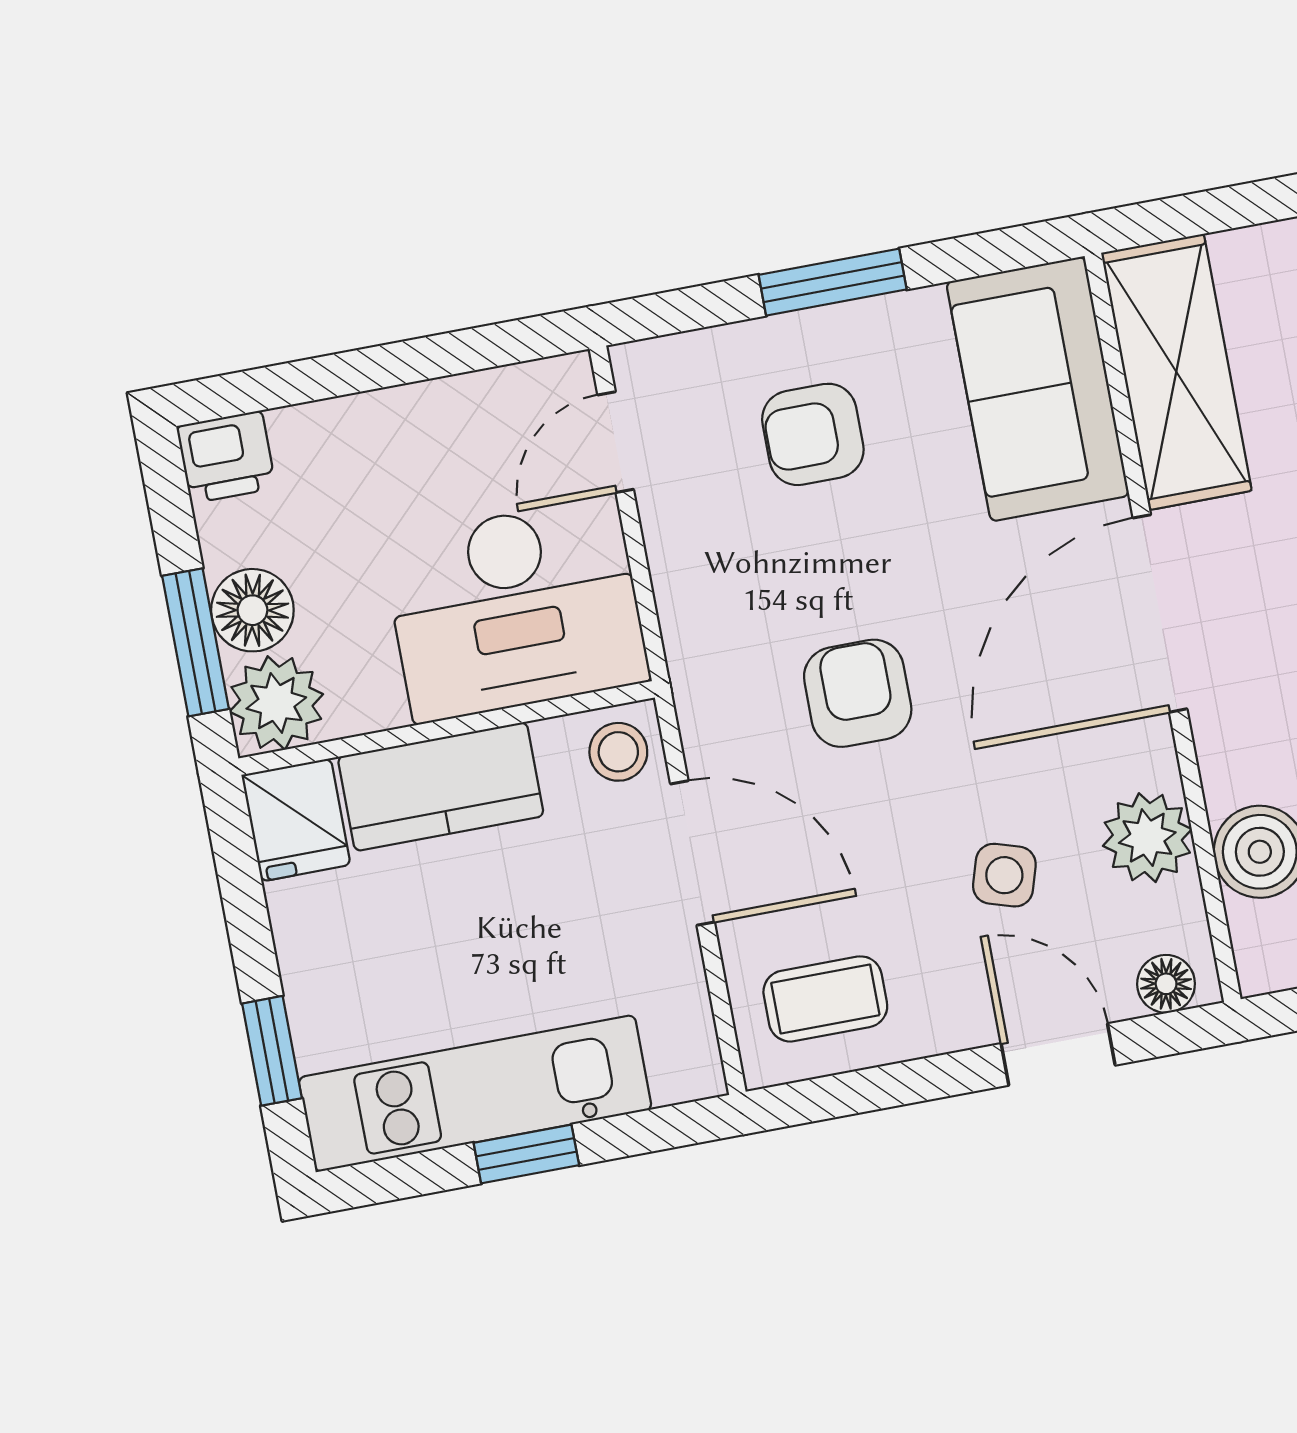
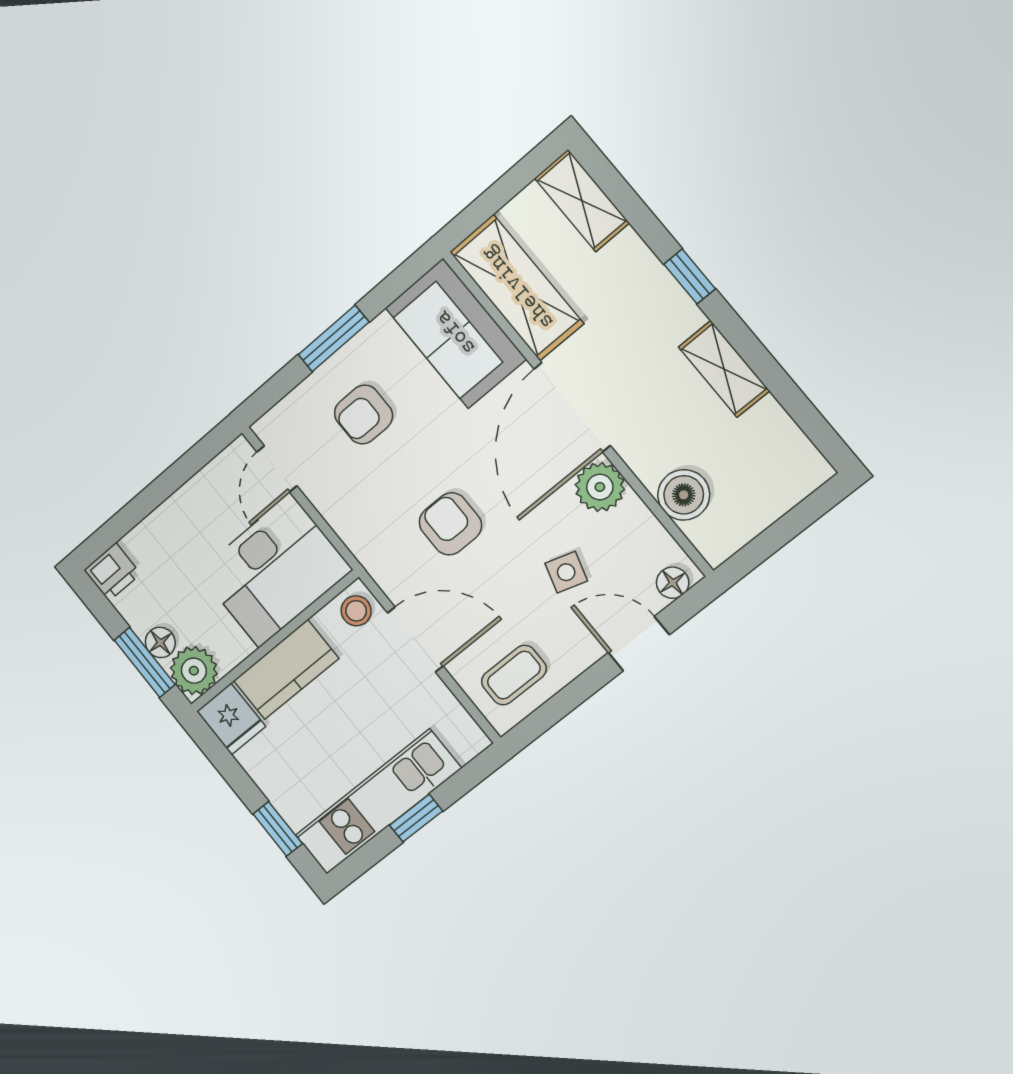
floor lamp: (252, 610) -> (160, 642), width x0.73, depth x0.73
plant: (1147, 838) -> (600, 487), moved

